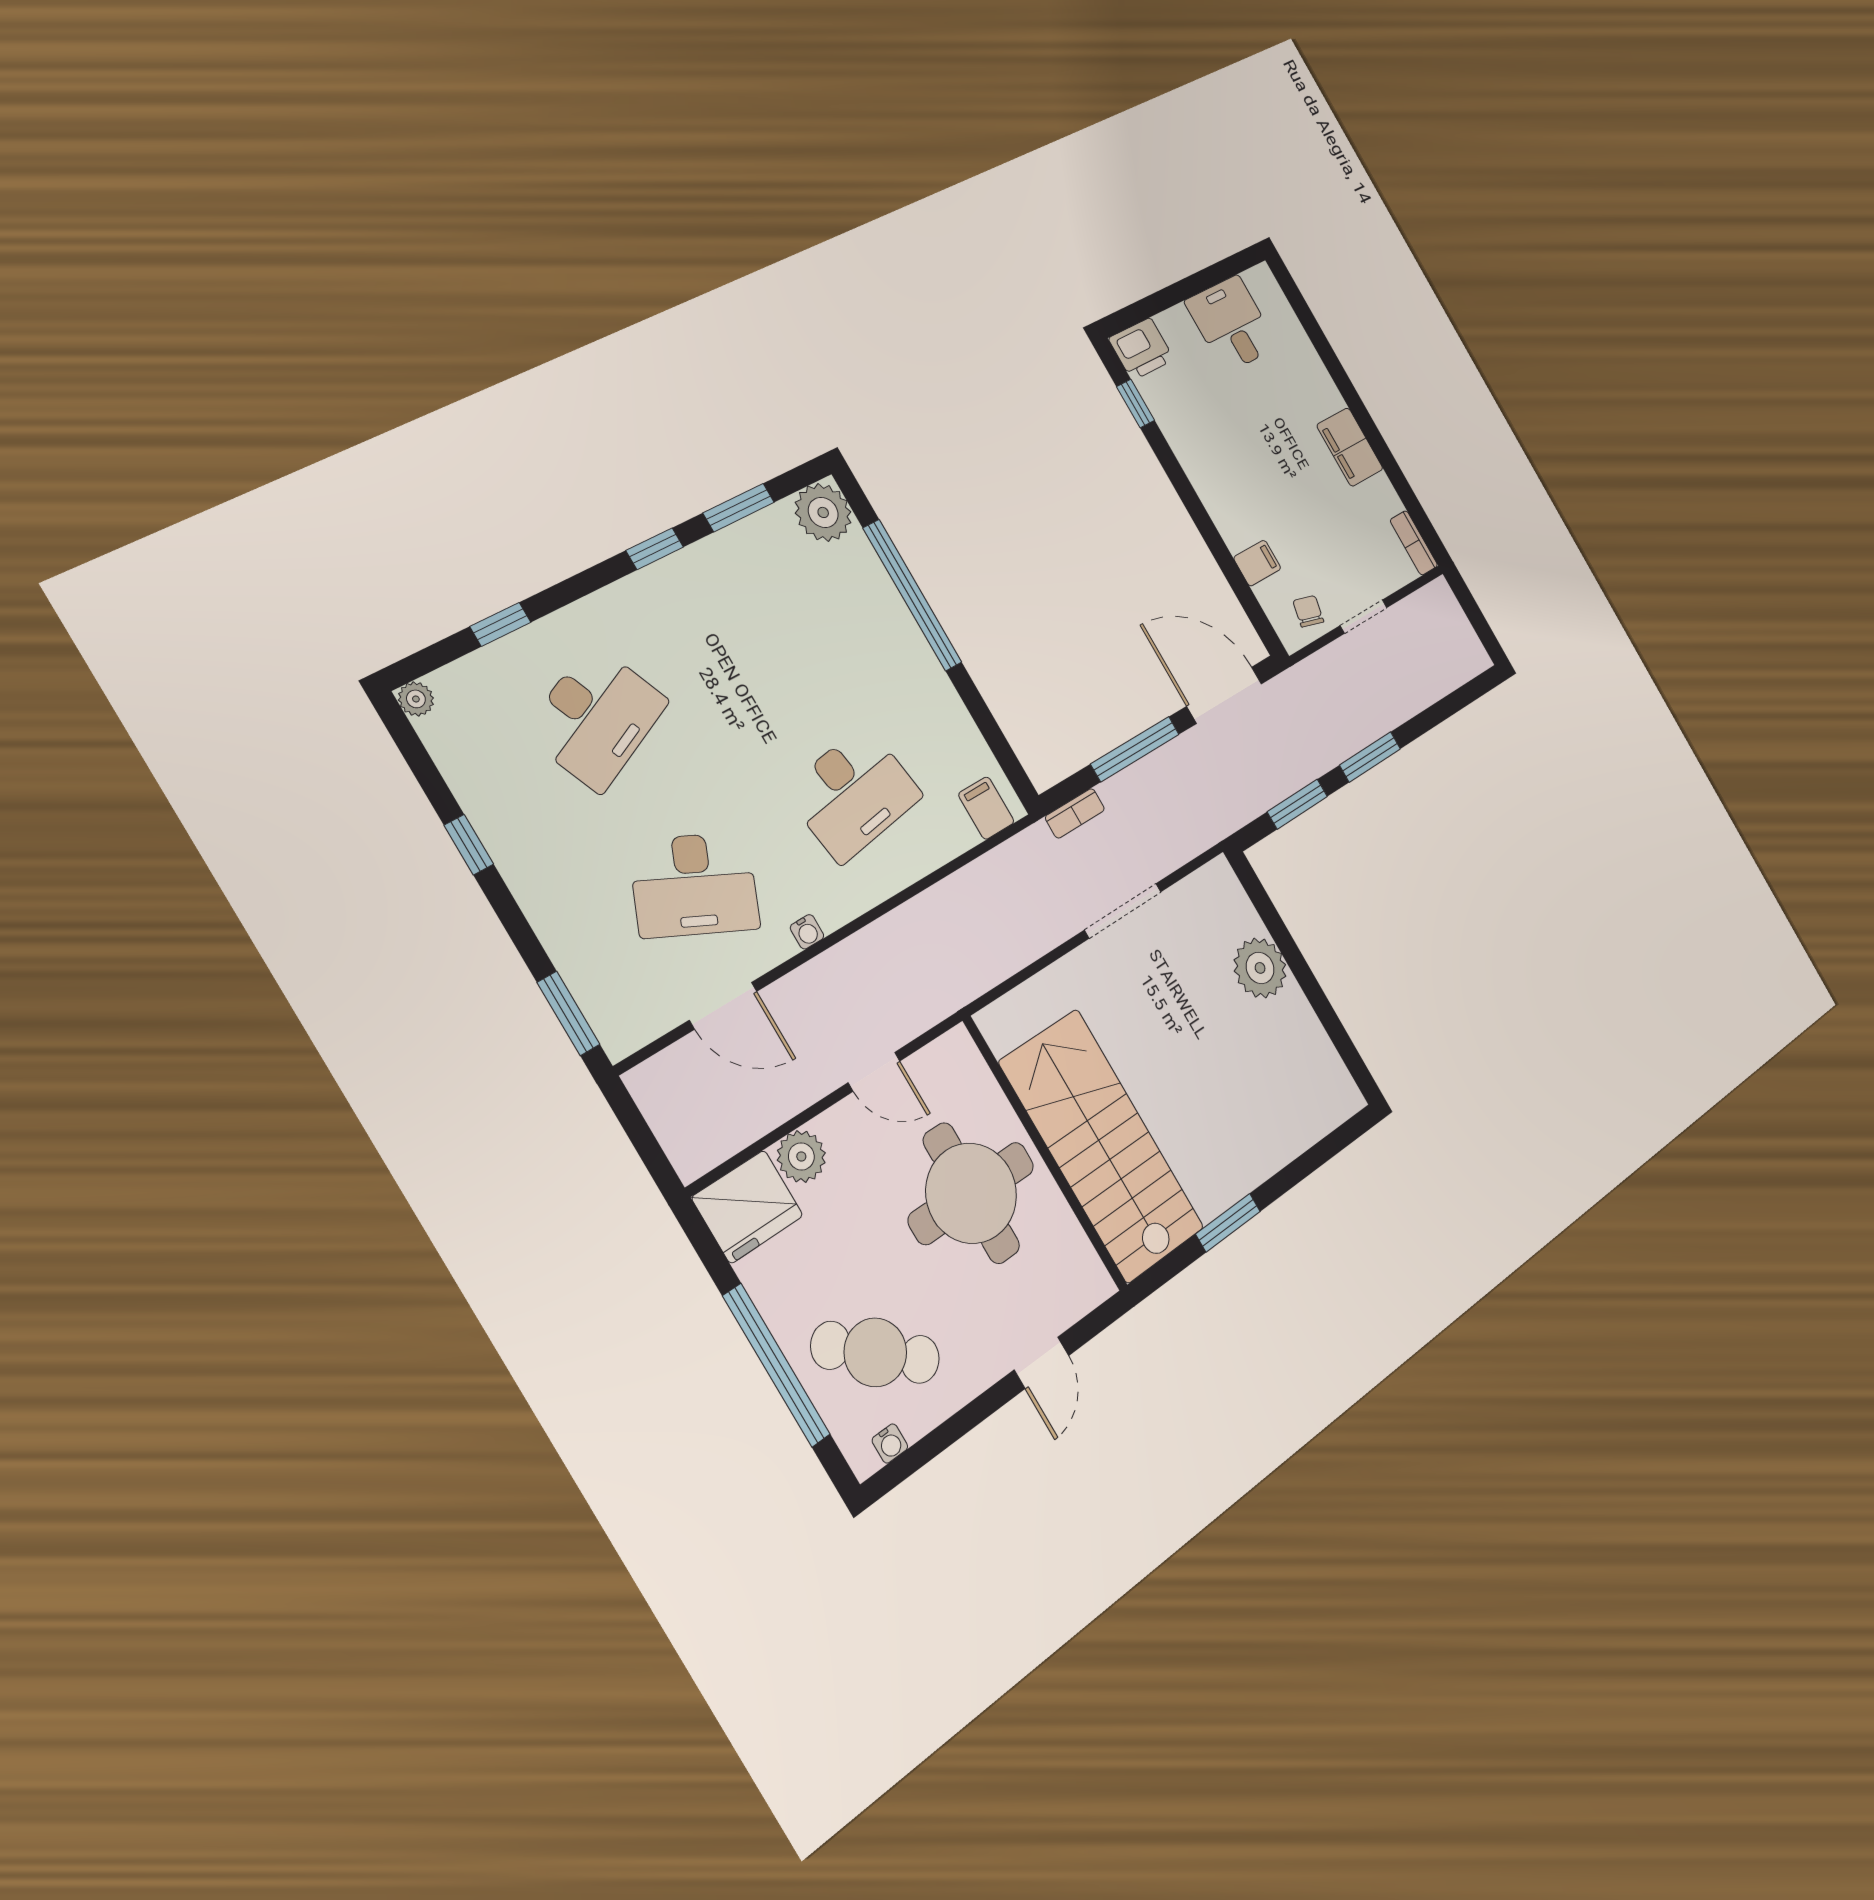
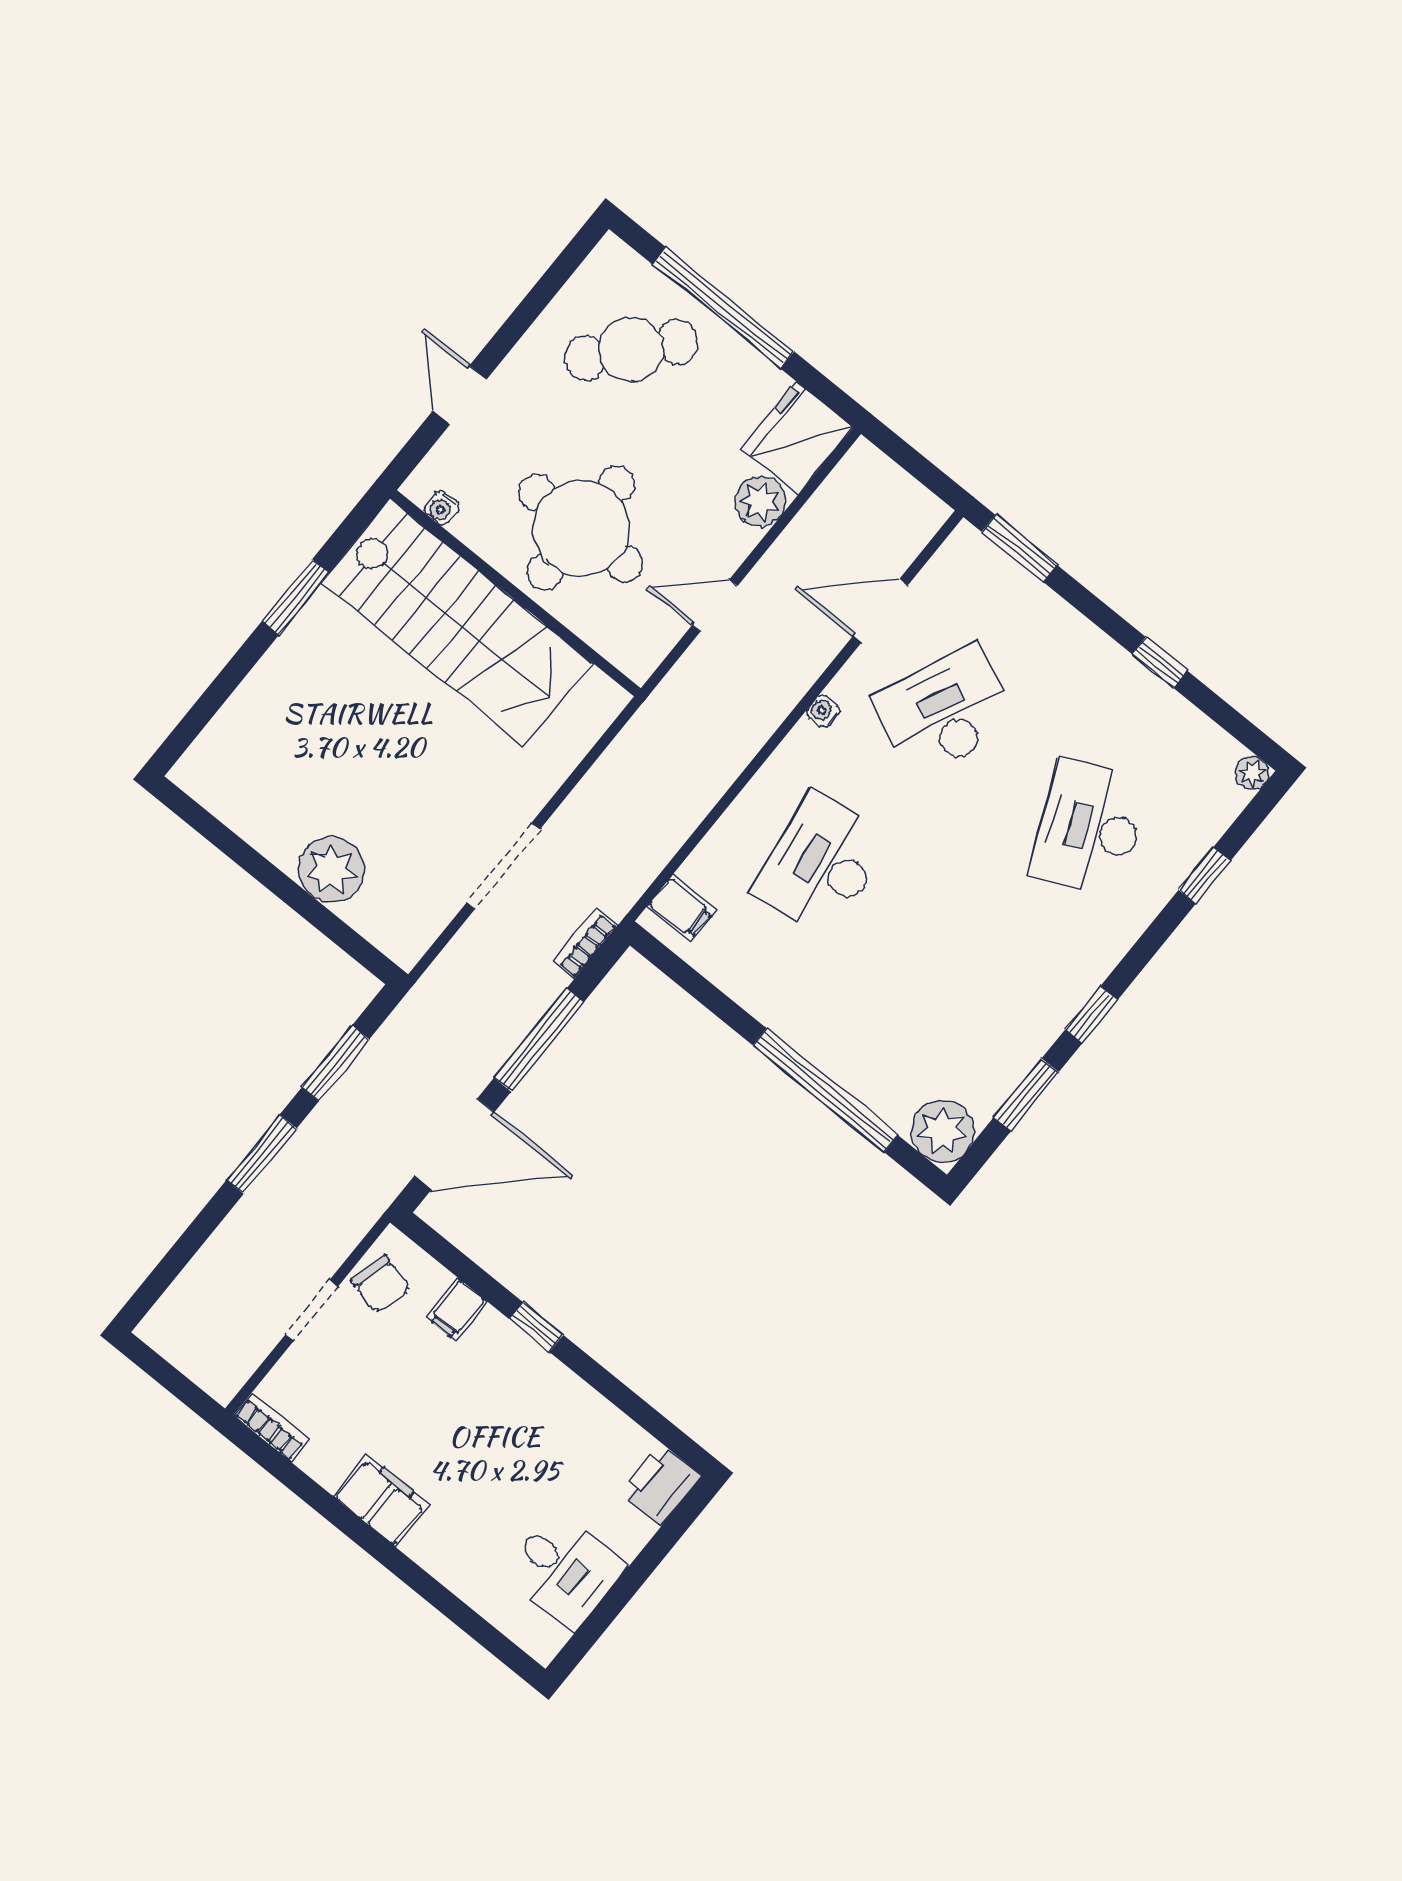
window: (1136, 404) -> (536, 1327), moved
chair: (1308, 611) -> (381, 1284), width x1.37, depth x1.37
water cooler: (890, 1443) -> (442, 508), moved, turned -90

